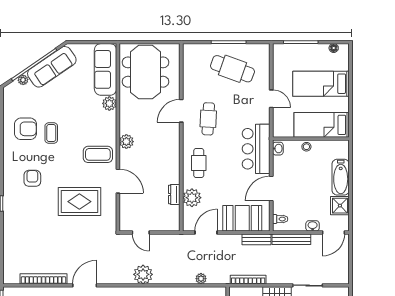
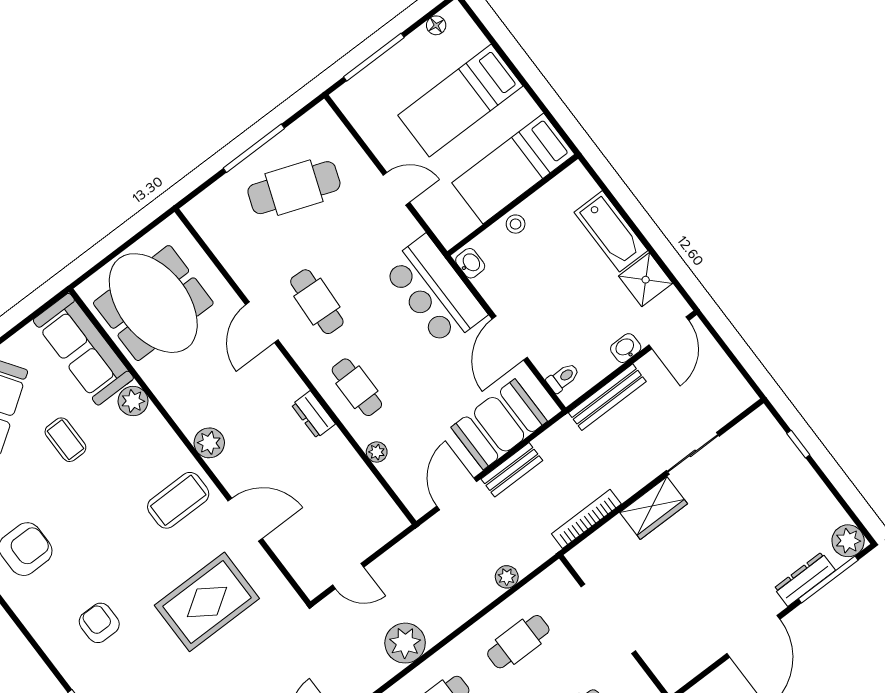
coffee table: (51, 133) -> (65, 440), moved
dresser: (174, 194) -> (313, 414), moved
plant: (192, 198) -> (377, 452), width x0.53, depth x0.53
bench: (257, 239) -> (512, 470), moved

